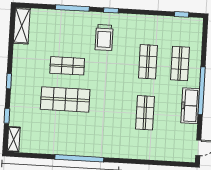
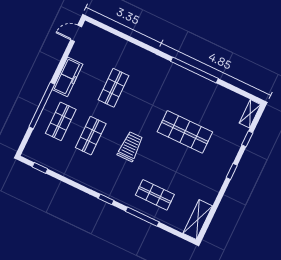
trolley: (104, 38) -> (130, 147), moved
shop shelf: (67, 66) -> (155, 195), moved
window: (202, 91) -> (42, 106), moved

